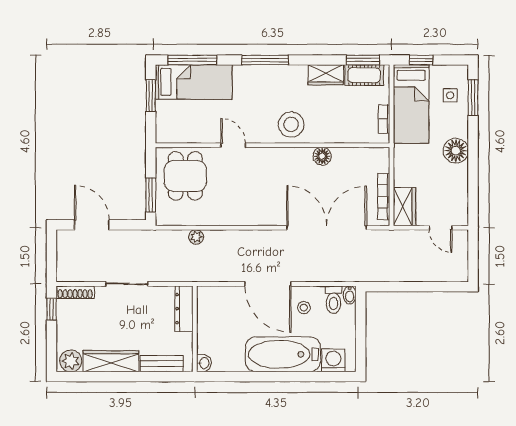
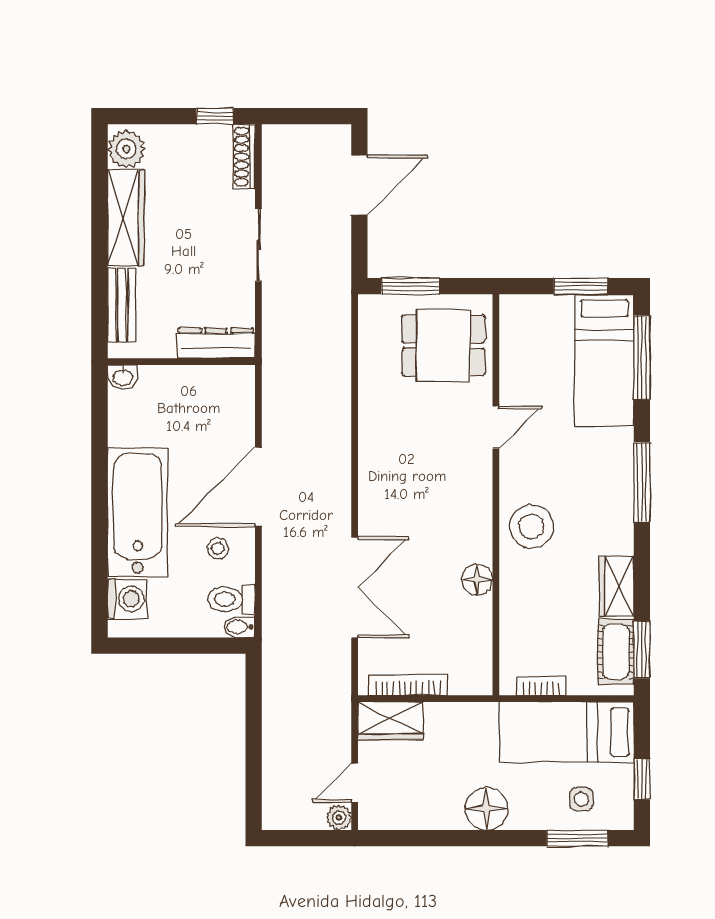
window: (421, 60) -> (642, 779), moved
double door: (327, 228) -> (355, 587), width x0.73
plant: (196, 237) -> (339, 818), moved

